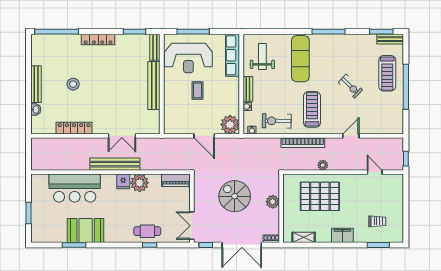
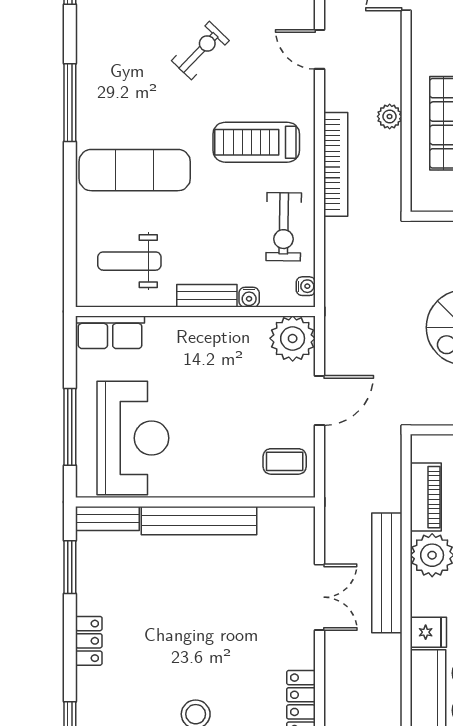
locker: (98, 39) -> (89, 641), width x0.66
row of seats: (233, 55) -> (110, 332), width x0.68
coffee table: (197, 90) -> (285, 461), moved
bench: (115, 164) -> (387, 573), moved
piano: (176, 180) -> (426, 497), moved
fridge: (123, 181) -> (428, 632), moved

